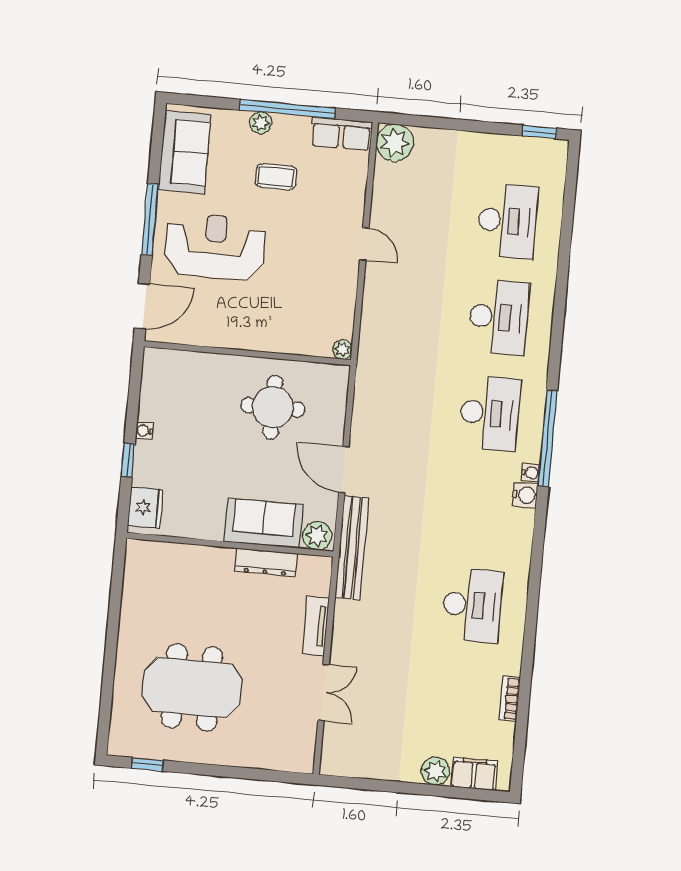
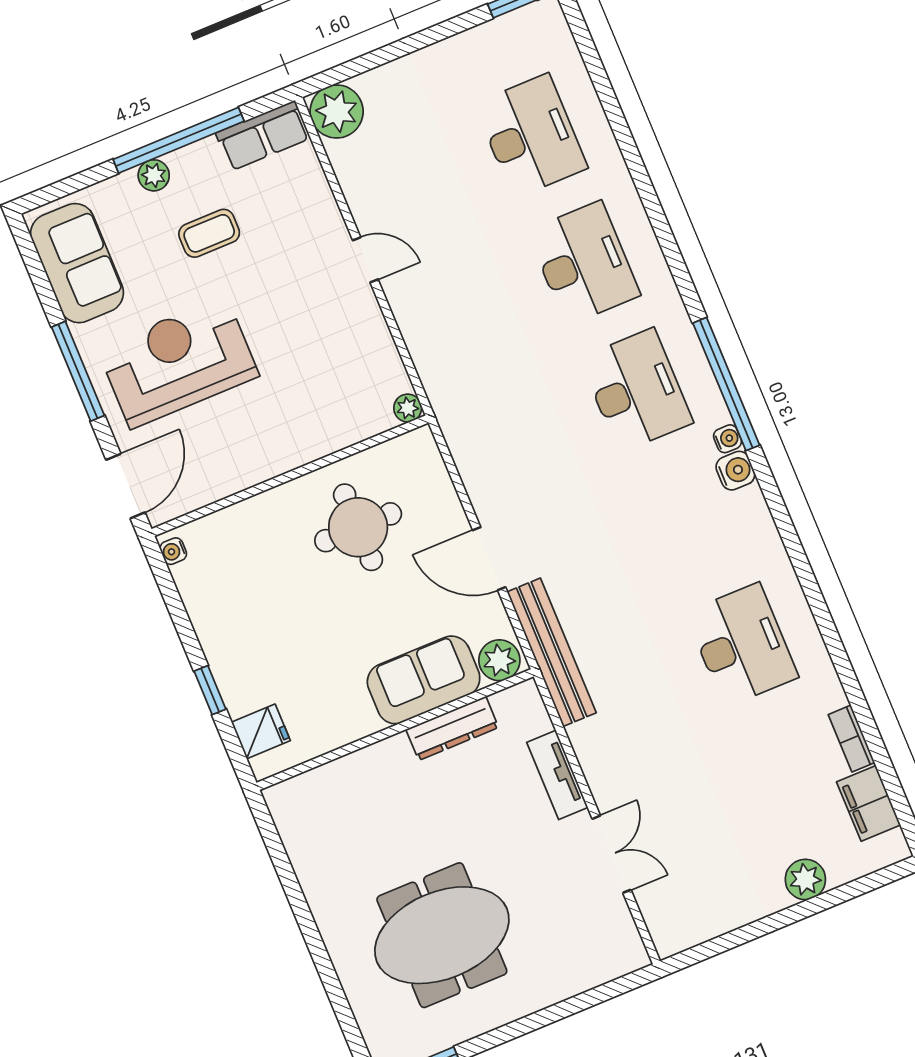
water cooler: (144, 431) -> (173, 551), moved
fridge: (146, 508) -> (261, 731), width x0.72
filing cabinet: (474, 774) -> (869, 803), moved, turned -90

